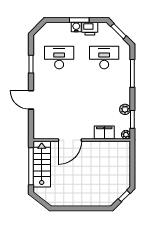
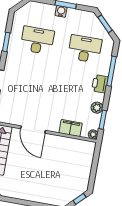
printer: (90, 29) -> (100, 84), moved, turned 90
door: (70, 140) -> (33, 130), hinge flipped

